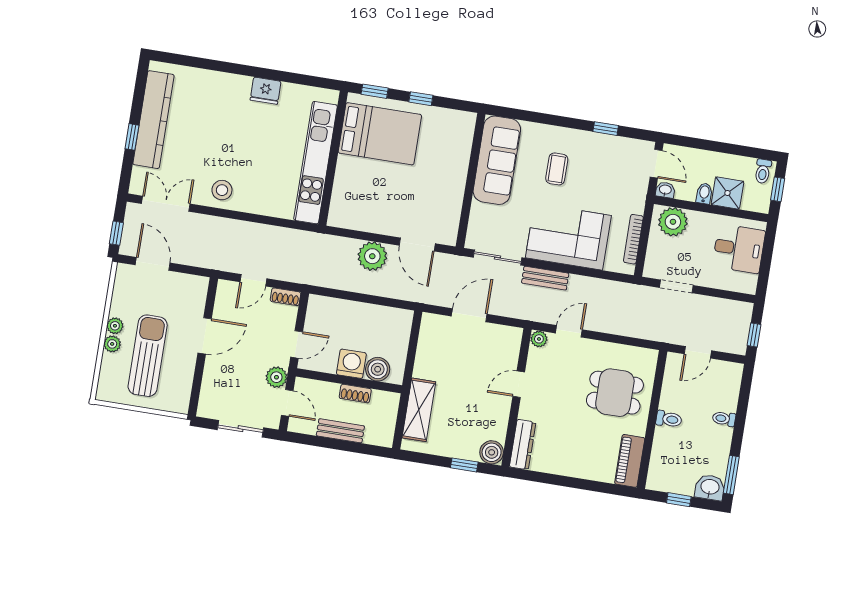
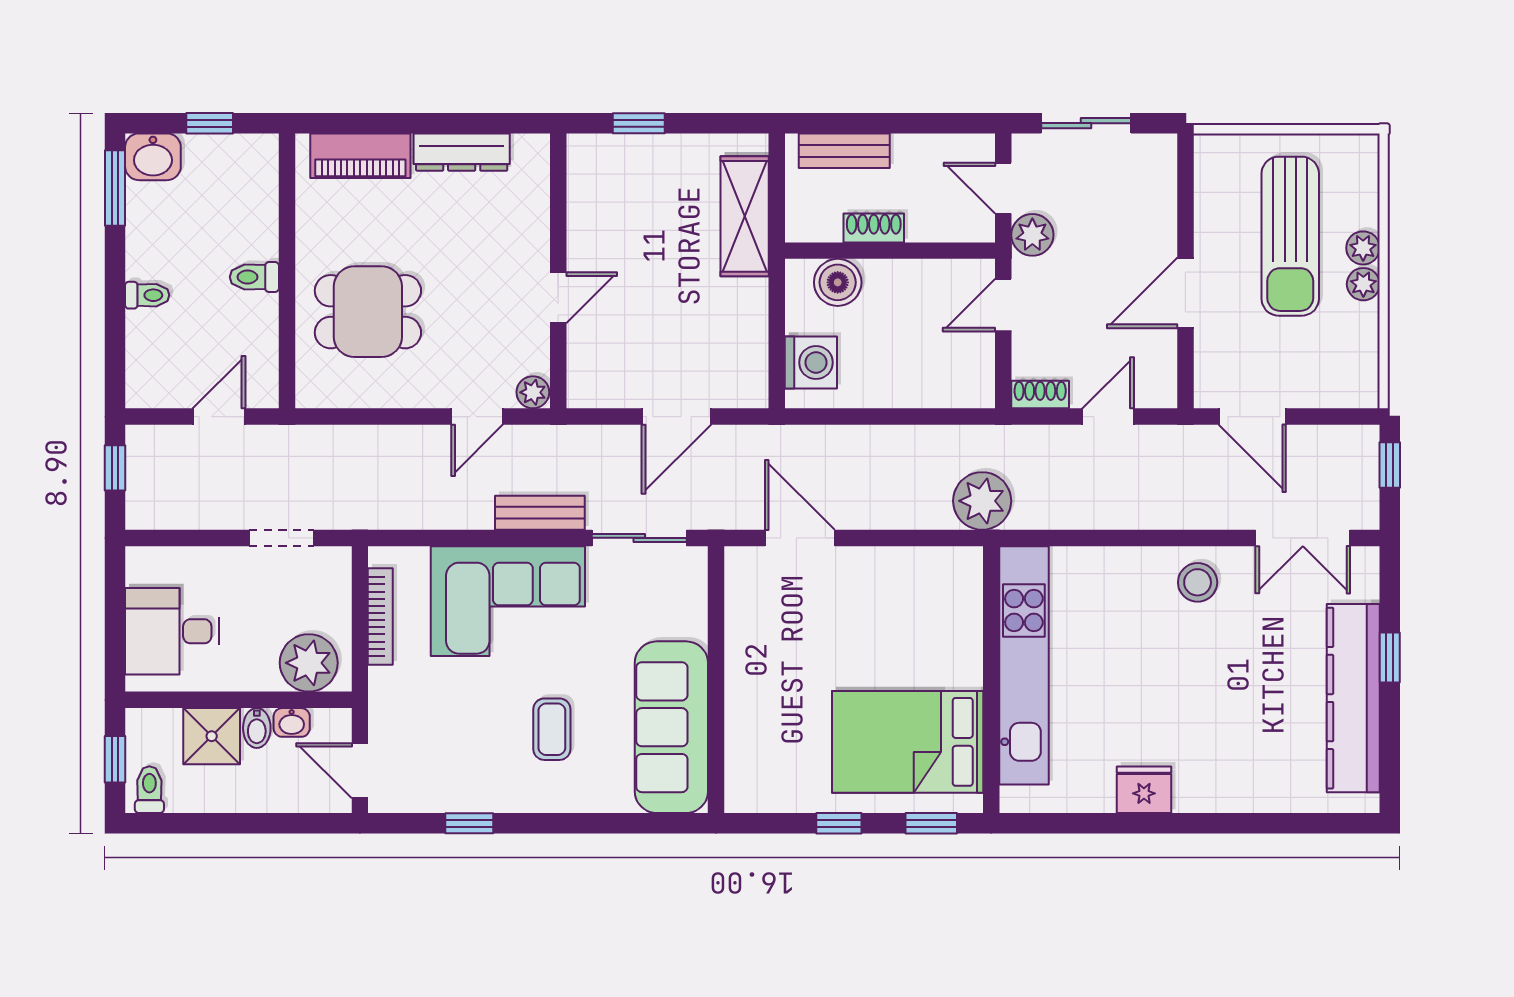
washbasin: (665, 190) -> (292, 722), moved
plant: (372, 256) -> (982, 501), moved
door: (153, 264) -> (1252, 417), moved
washing machine: (351, 364) -> (811, 362), moved, turned -90
bench: (340, 431) -> (844, 151), moved
dresser: (523, 445) -> (462, 152), moved, turned -90
boiler: (492, 452) -> (589, 156), removed
piano: (630, 461) -> (360, 156), moved, turned 90

